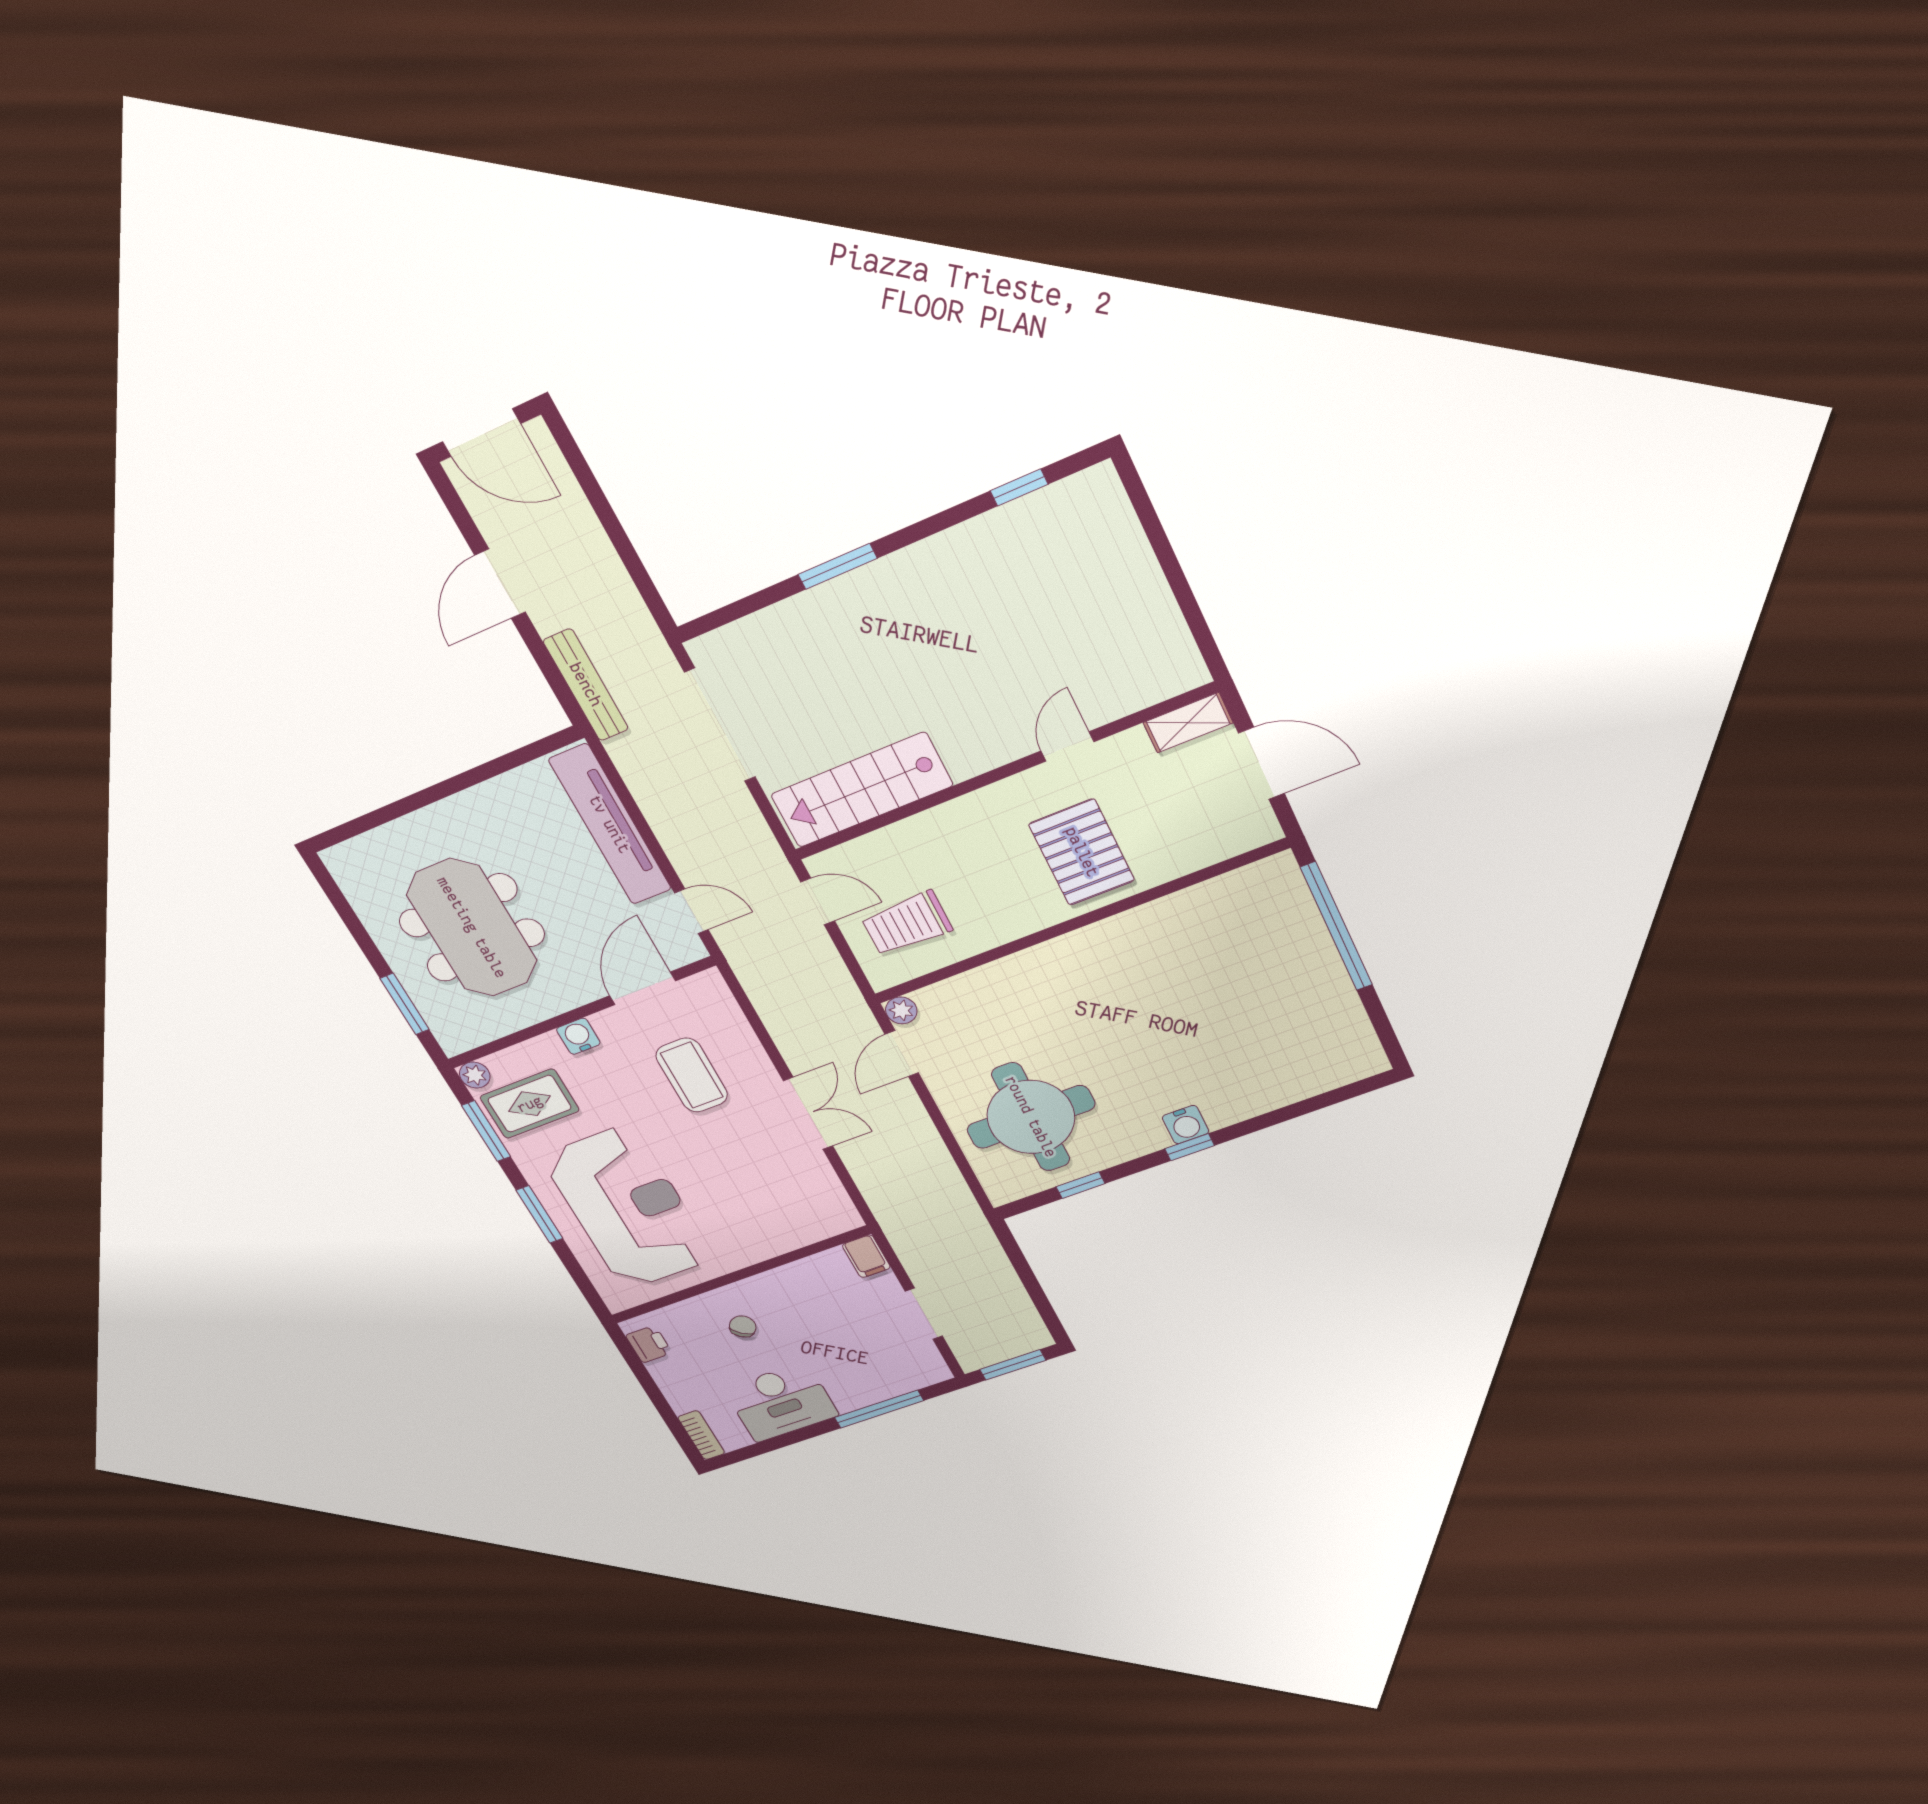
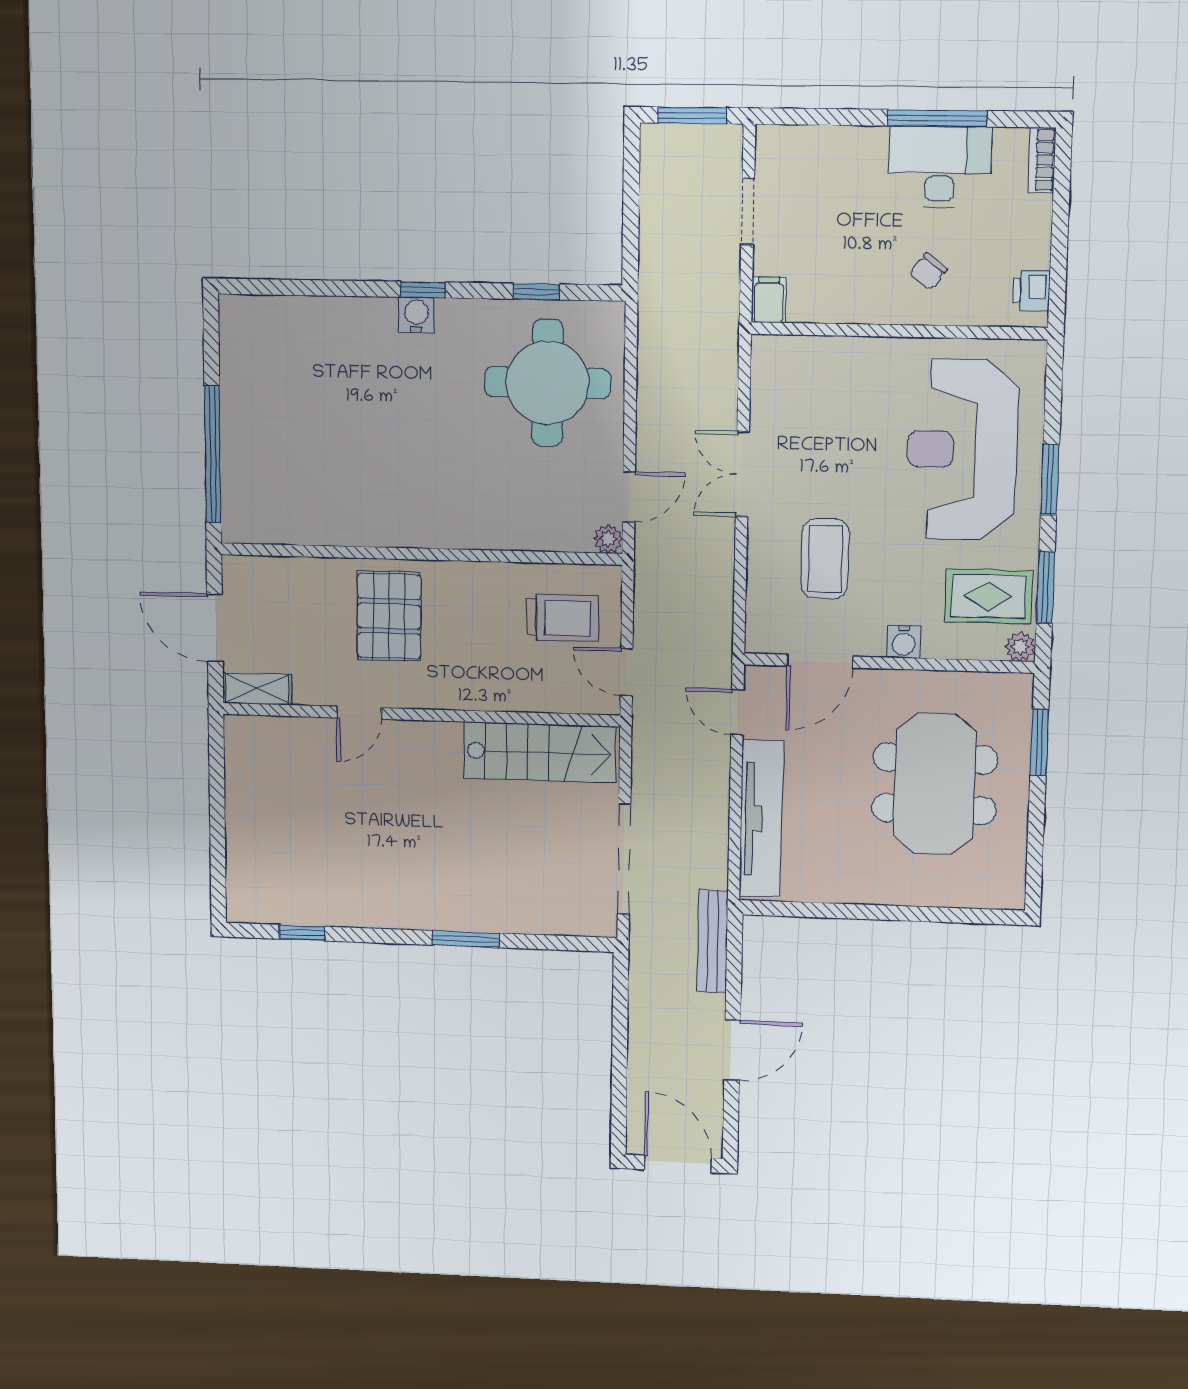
window: (879, 1409) -> (937, 118), moved

